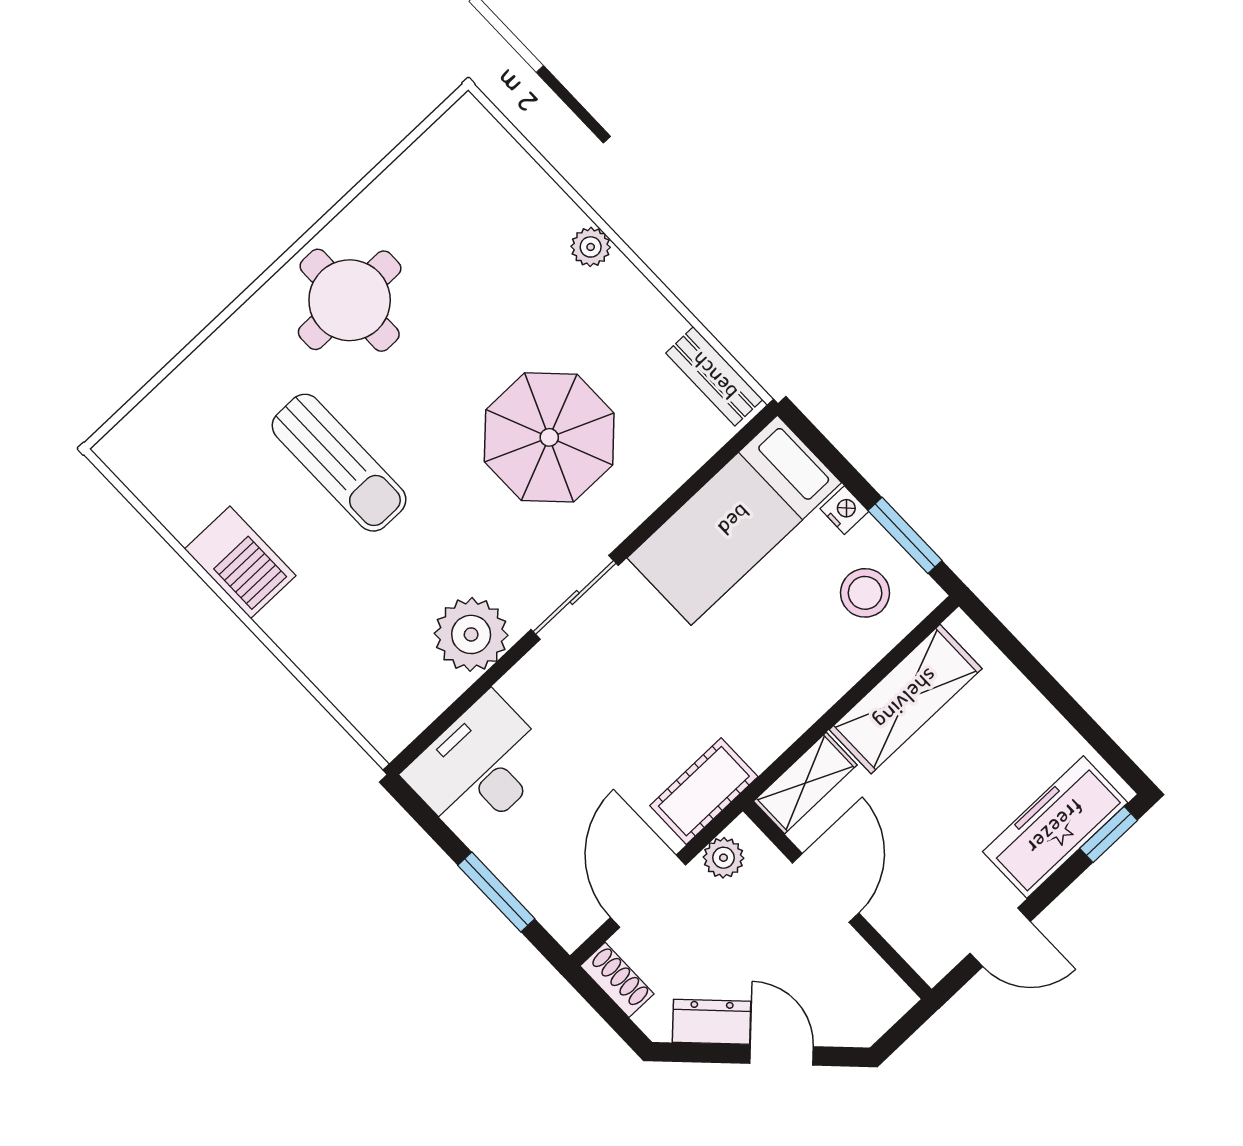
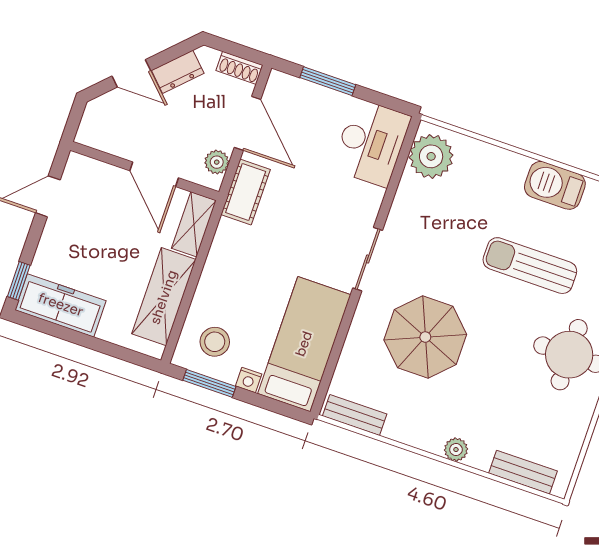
bench: (509, 162) -> (523, 472), added
plant: (471, 634) -> (431, 156), moved
freezer: (1055, 827) -> (61, 305), moved, turned -90

